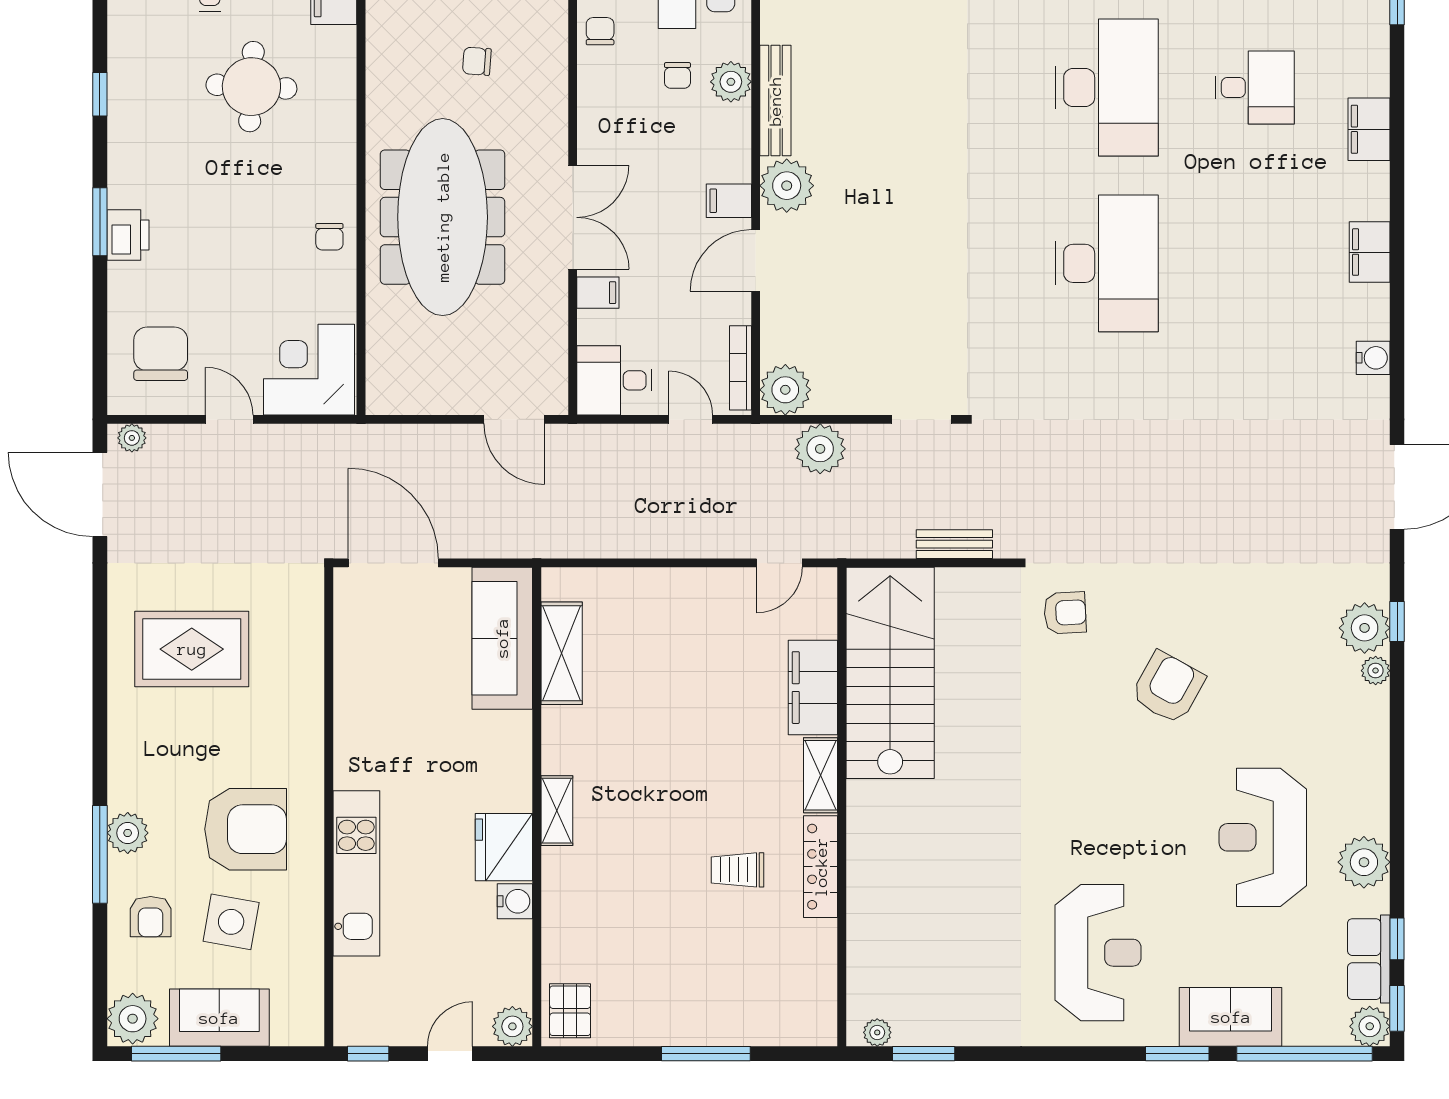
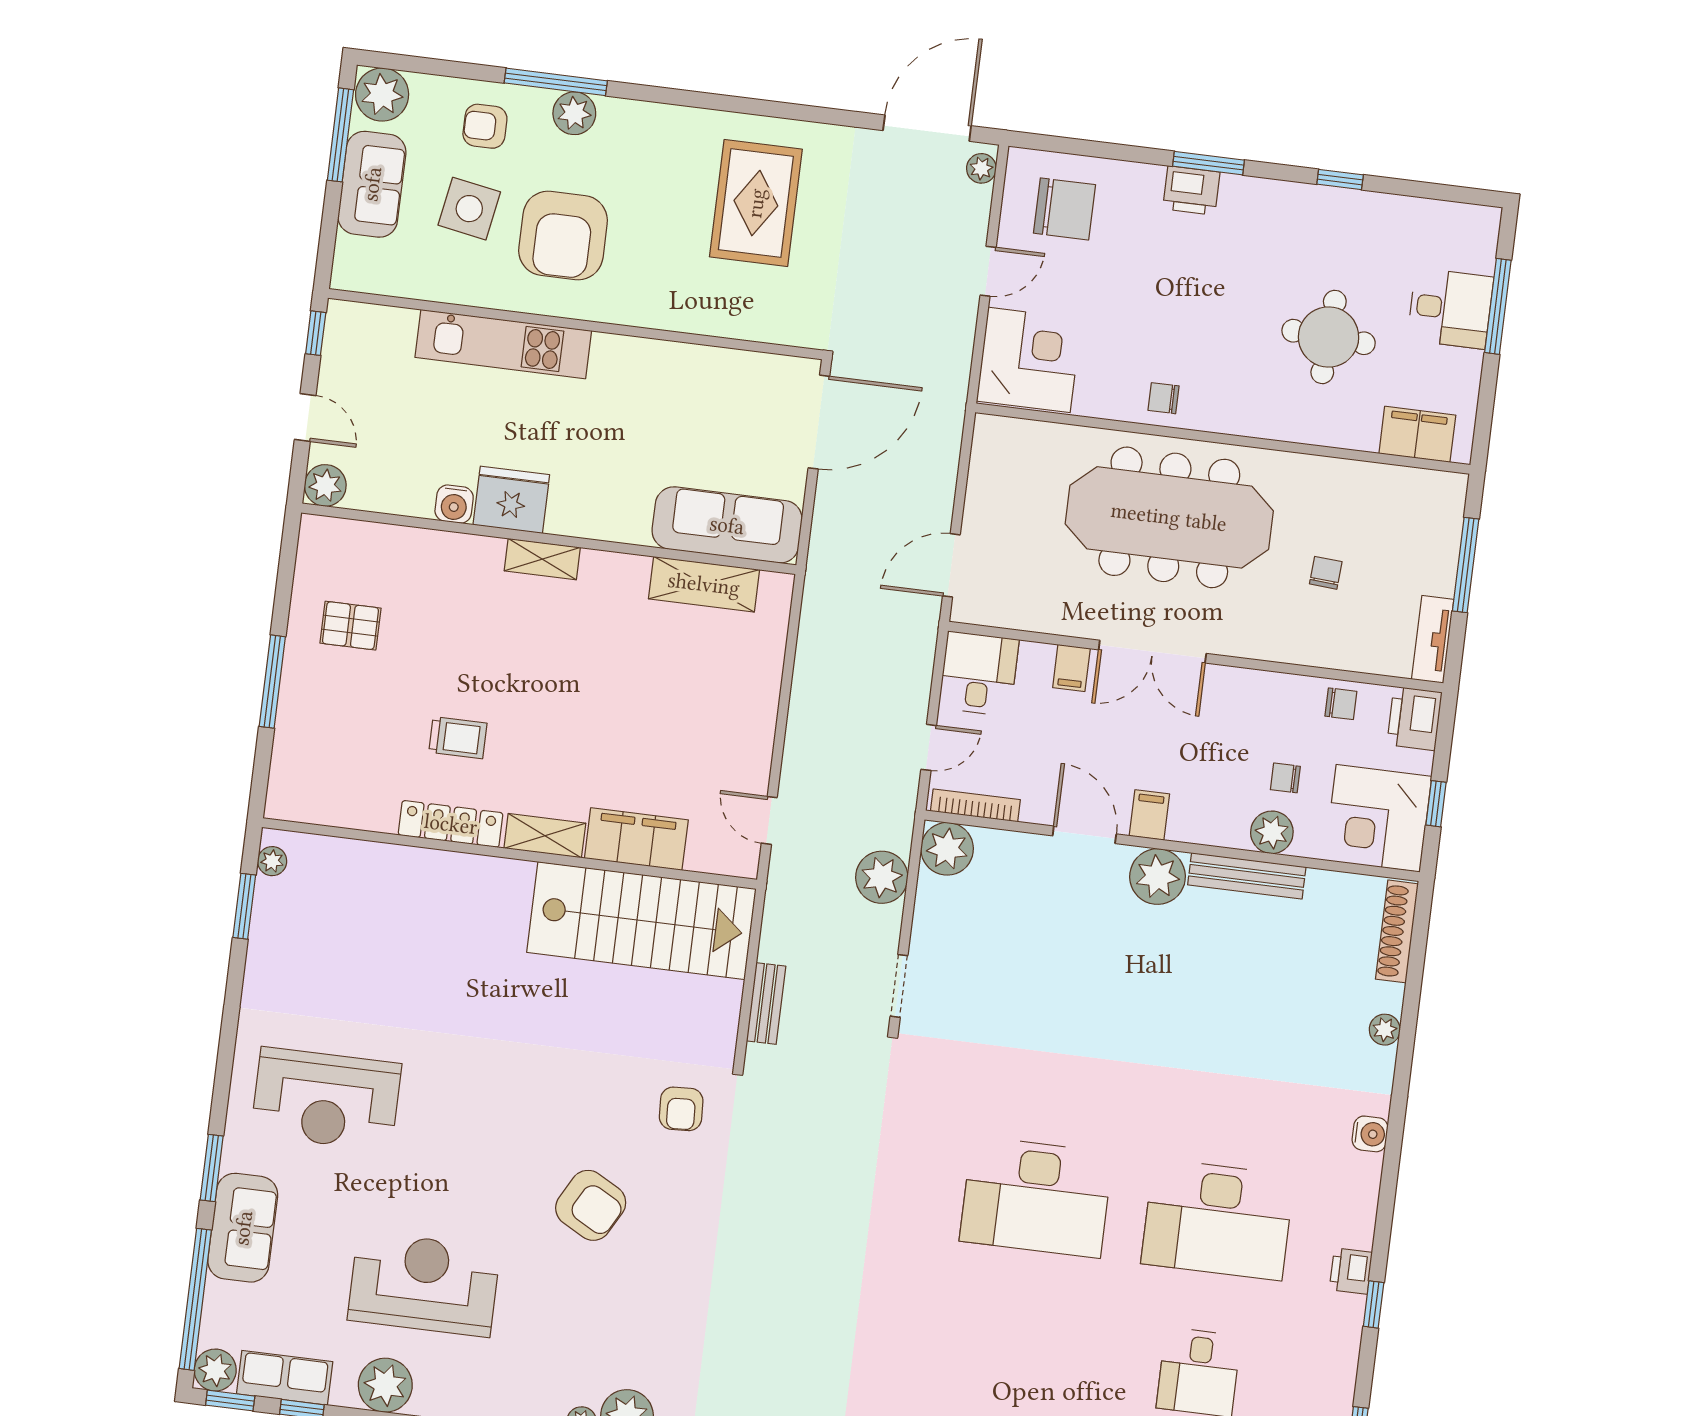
trolley: (737, 870) -> (458, 738), turned 90
pallet: (570, 1011) -> (350, 626), moved

